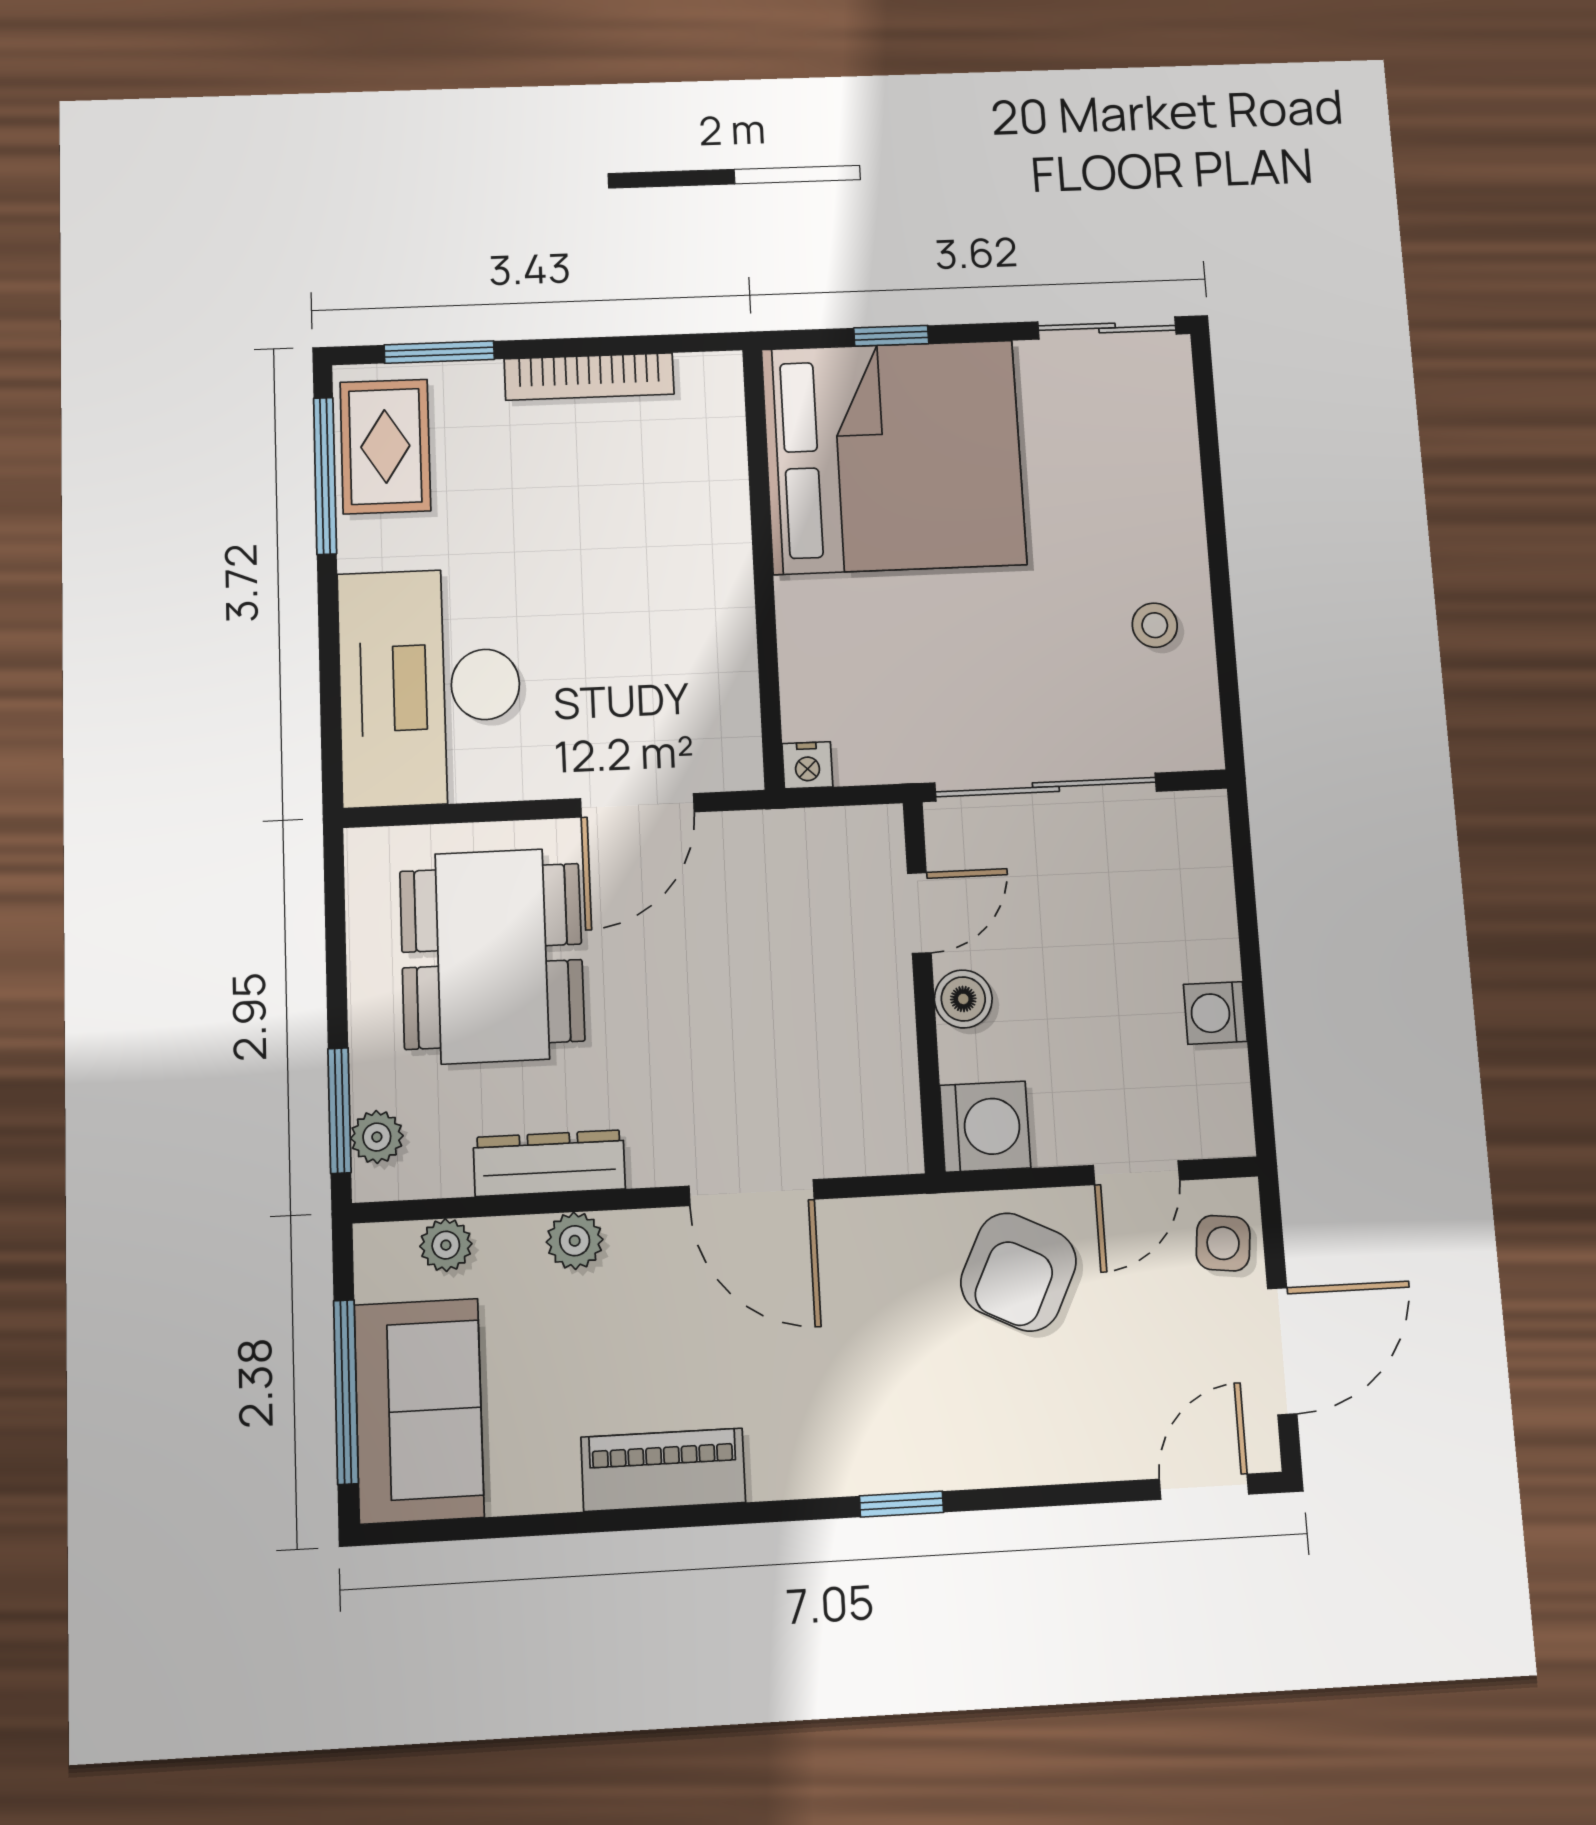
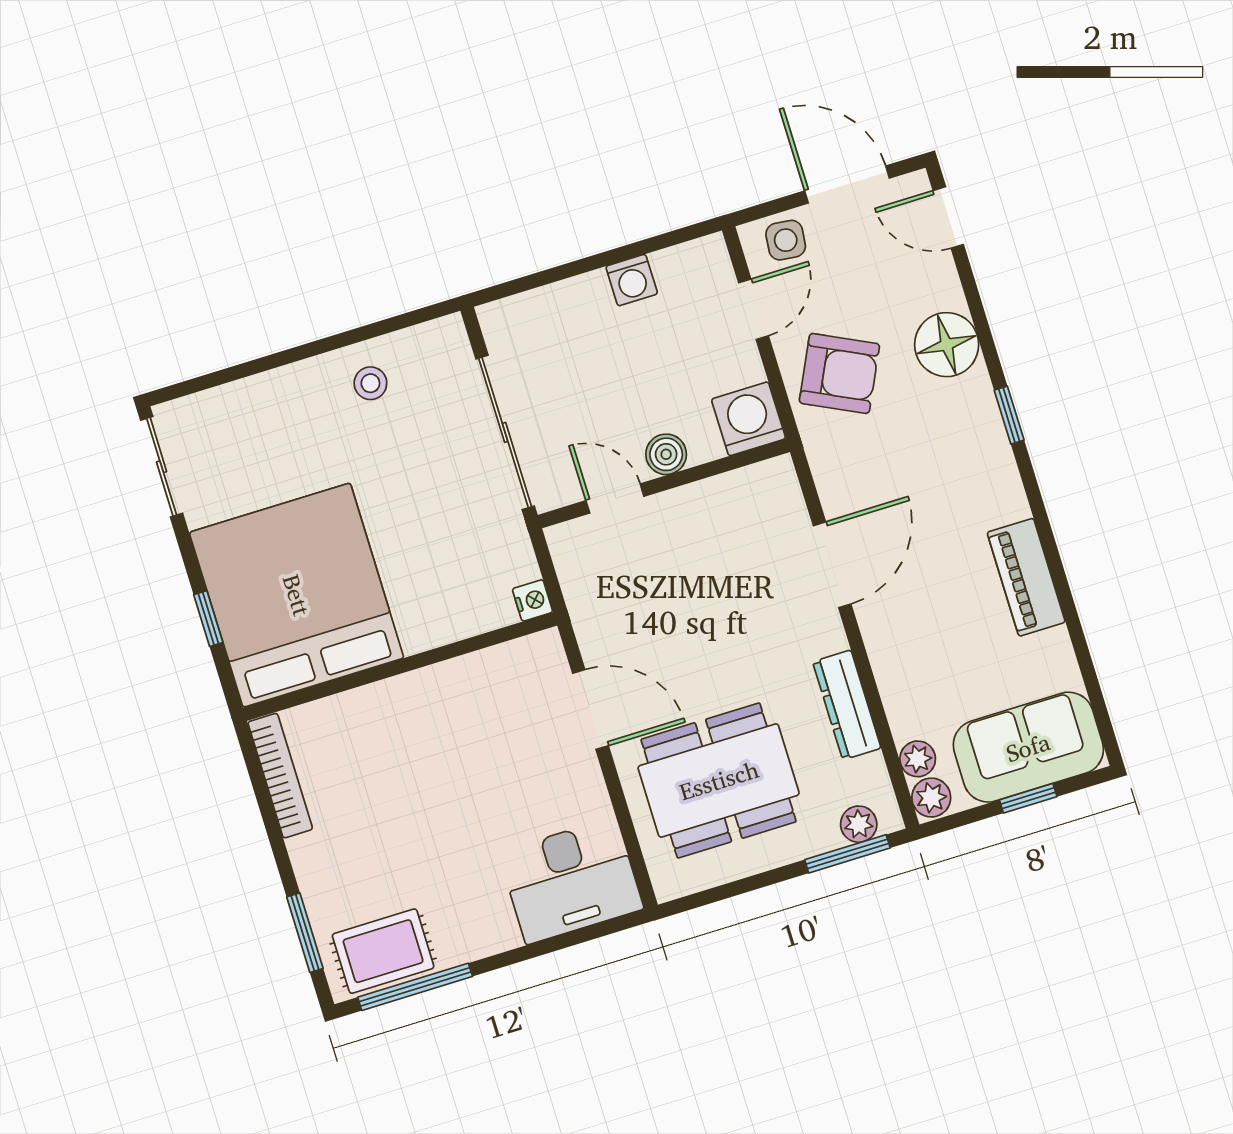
bookcase: (589, 377) -> (280, 776), moved
desk: (430, 687) -> (571, 881), width x0.73, depth x0.77
door: (1136, 1173) -> (753, 309), hinge flipped
plant: (575, 1241) -> (931, 798), moved
window: (346, 1392) -> (1028, 798), width x0.46
floor lamp: (1023, 1438) -> (947, 345), added

